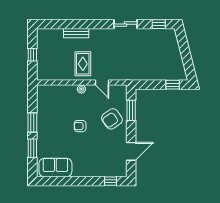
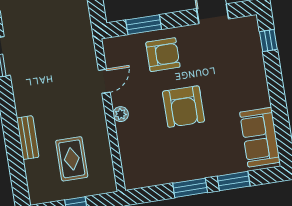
rug: (83, 64) -> (72, 159), moved, turned 90
armchair: (112, 119) -> (163, 55), turned -55
armchair: (80, 126) -> (183, 107), width x1.88, depth x1.88

